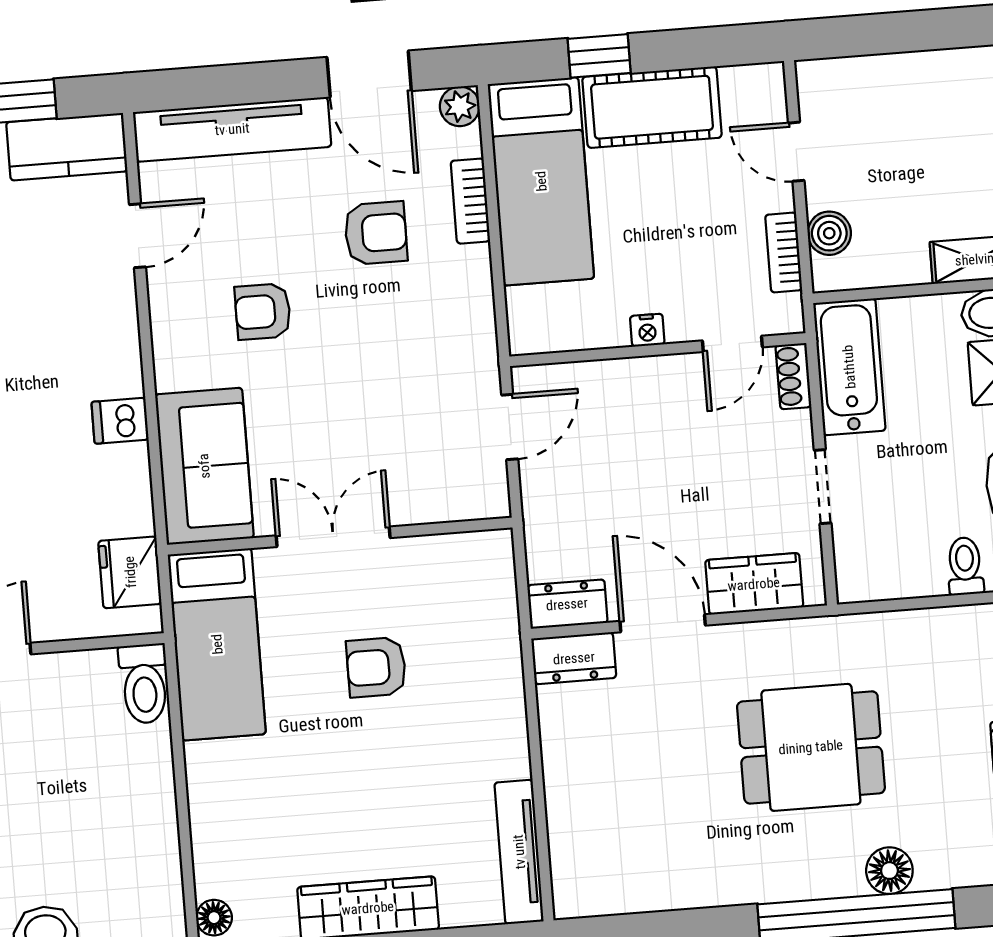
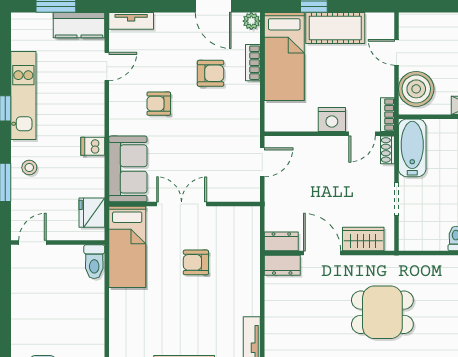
tv unit: (232, 129) -> (131, 21), width x0.52, depth x0.78
boiler: (829, 233) -> (416, 89), width x1.86, depth x1.86
bookcase: (784, 252) -> (387, 115), moved
nightstand: (647, 330) -> (332, 120), width x1.89, depth x1.79

